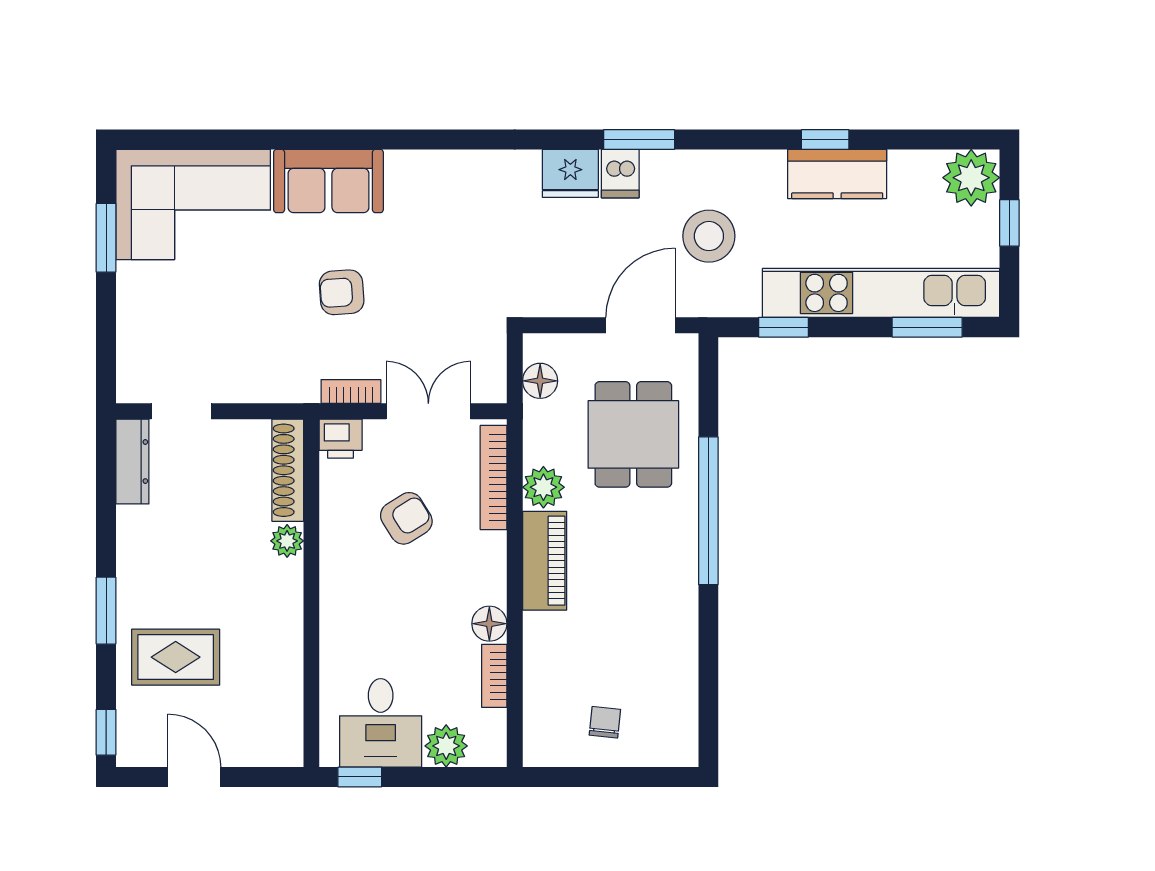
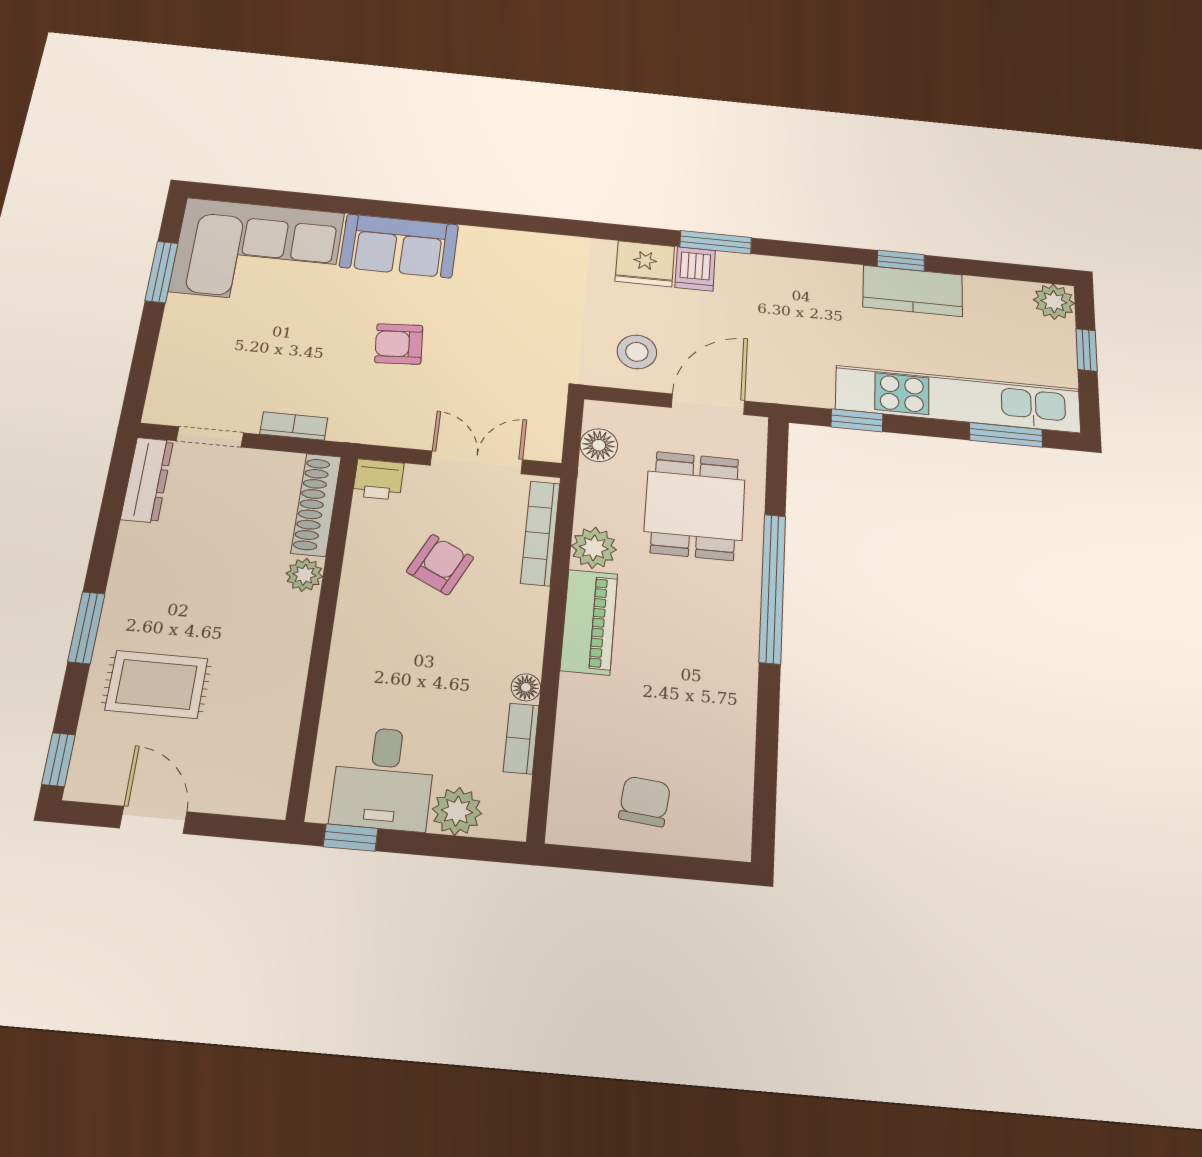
plant: (971, 178) -> (1054, 302), width x0.73, depth x0.73
stool: (709, 236) -> (637, 352), moved, width x0.73, depth x0.73
bookcase: (351, 392) -> (294, 426), moved
armchair: (406, 518) -> (440, 565), turned -32
floor lamp: (489, 624) -> (526, 687), width x0.73, depth x0.73
chair: (605, 722) -> (645, 801), width x1.37, depth x1.37

